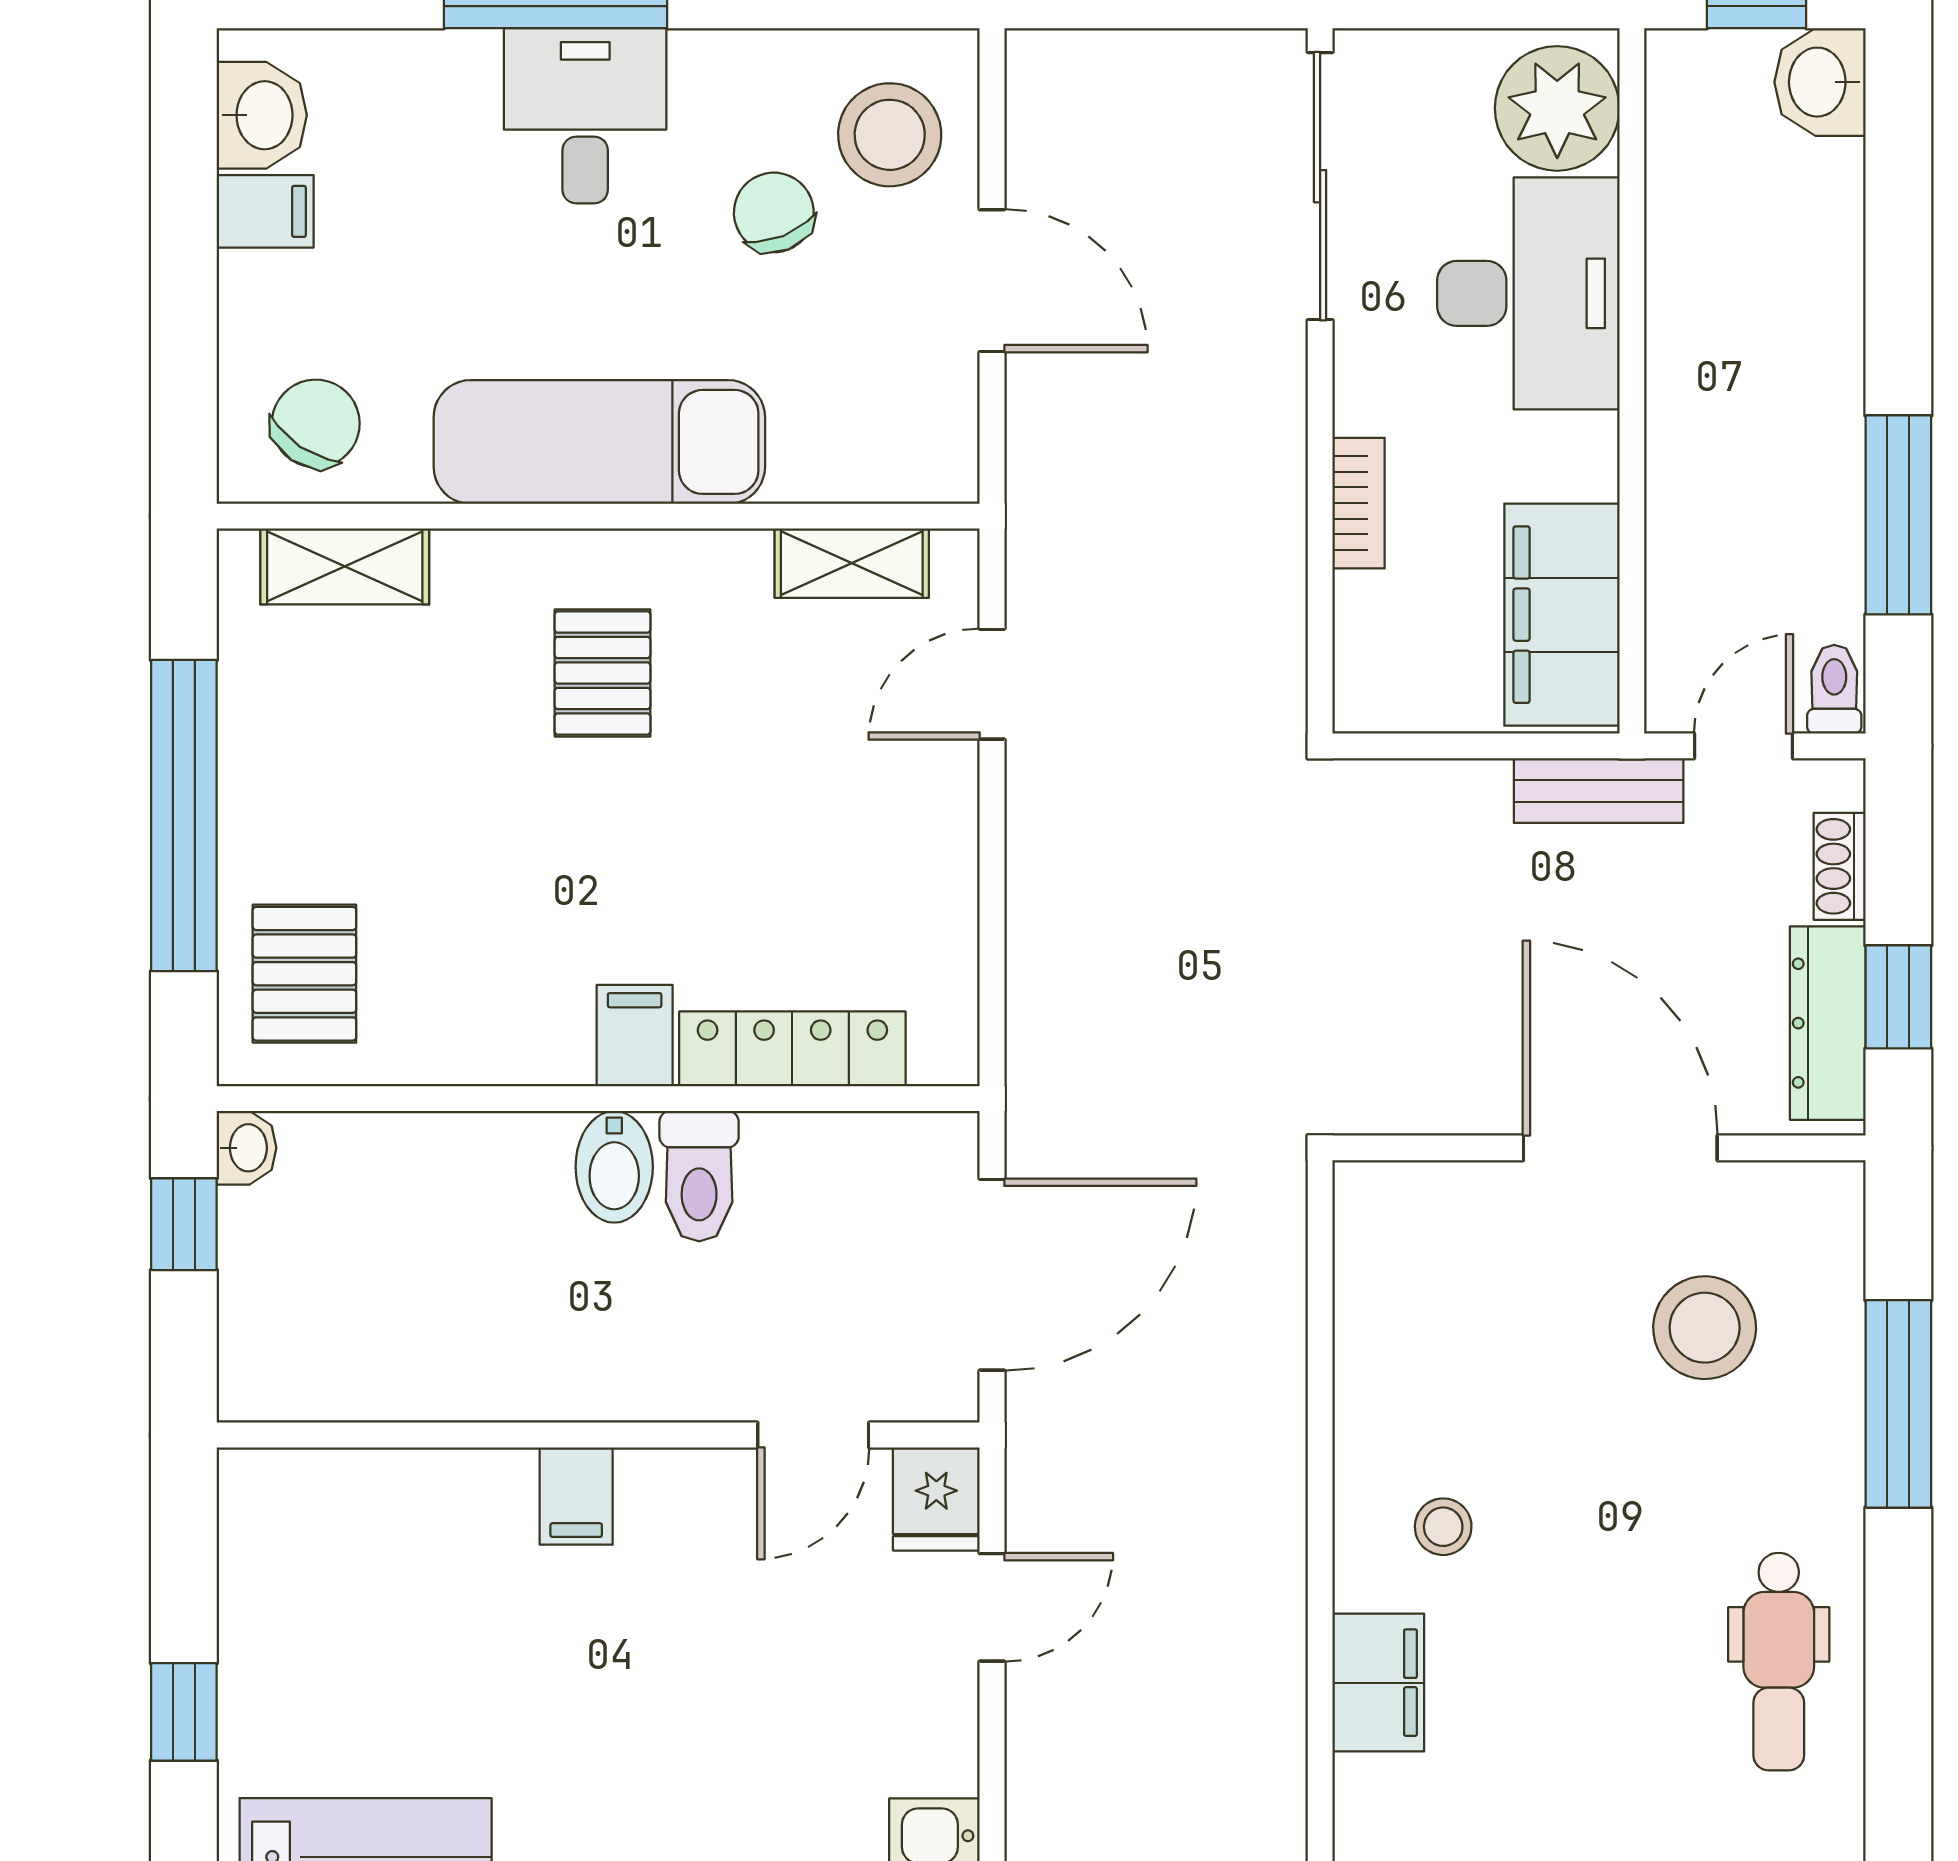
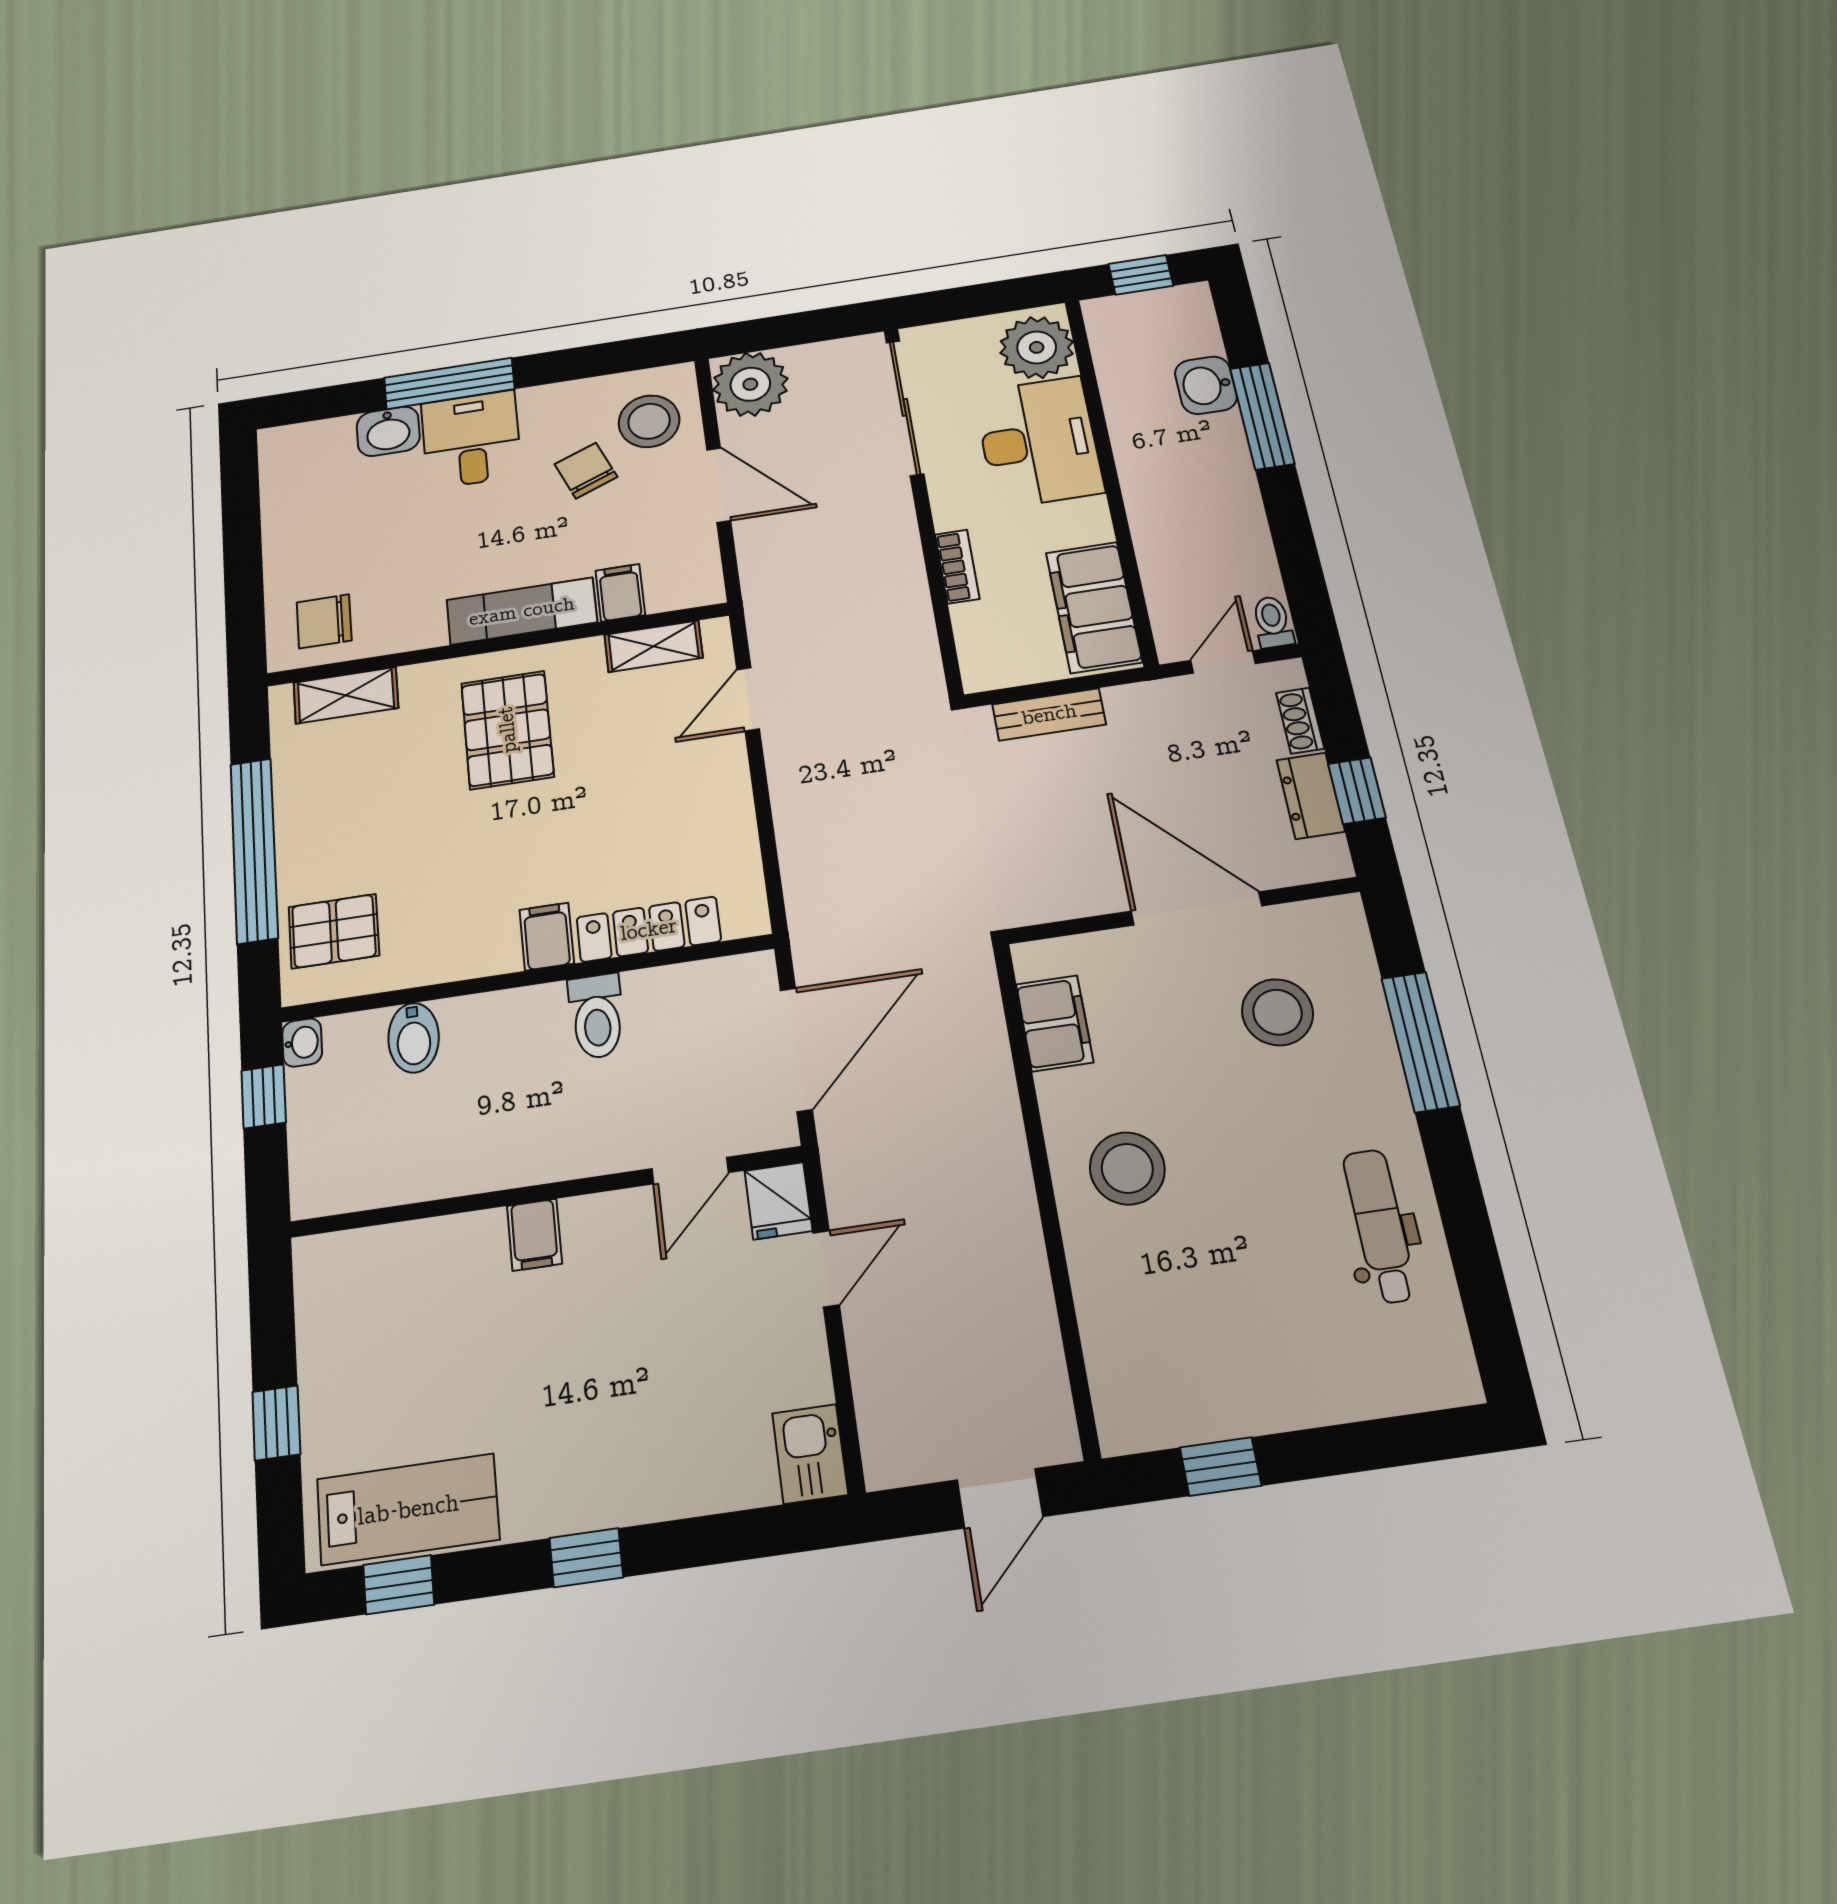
washbasin: (1820, 82) -> (1206, 385), moved
plant: (1069, 93) -> (750, 384), added
washbasin: (262, 115) -> (388, 431), moved, turned 90
filing cabinet: (265, 211) -> (620, 593), moved, turned -90
chair: (316, 424) -> (324, 621), turned -124
exam couch: (599, 442) -> (522, 611), width x0.73, depth x0.69
window: (1898, 515) -> (1262, 416), moved
pallet: (602, 673) -> (507, 730), width x1.50, depth x1.42
bench: (1599, 791) -> (1049, 714), moved
pallet: (304, 974) -> (334, 931), turned 90
dresser: (1828, 1023) -> (1311, 796), width x0.70
bidet: (614, 1167) -> (414, 1038), moved
stool: (1443, 1527) -> (1127, 1168), width x1.89, depth x1.89
dental chair: (1779, 1662) -> (1380, 1226), turned 180
filing cabinet: (1378, 1683) -> (1055, 1023), moved

